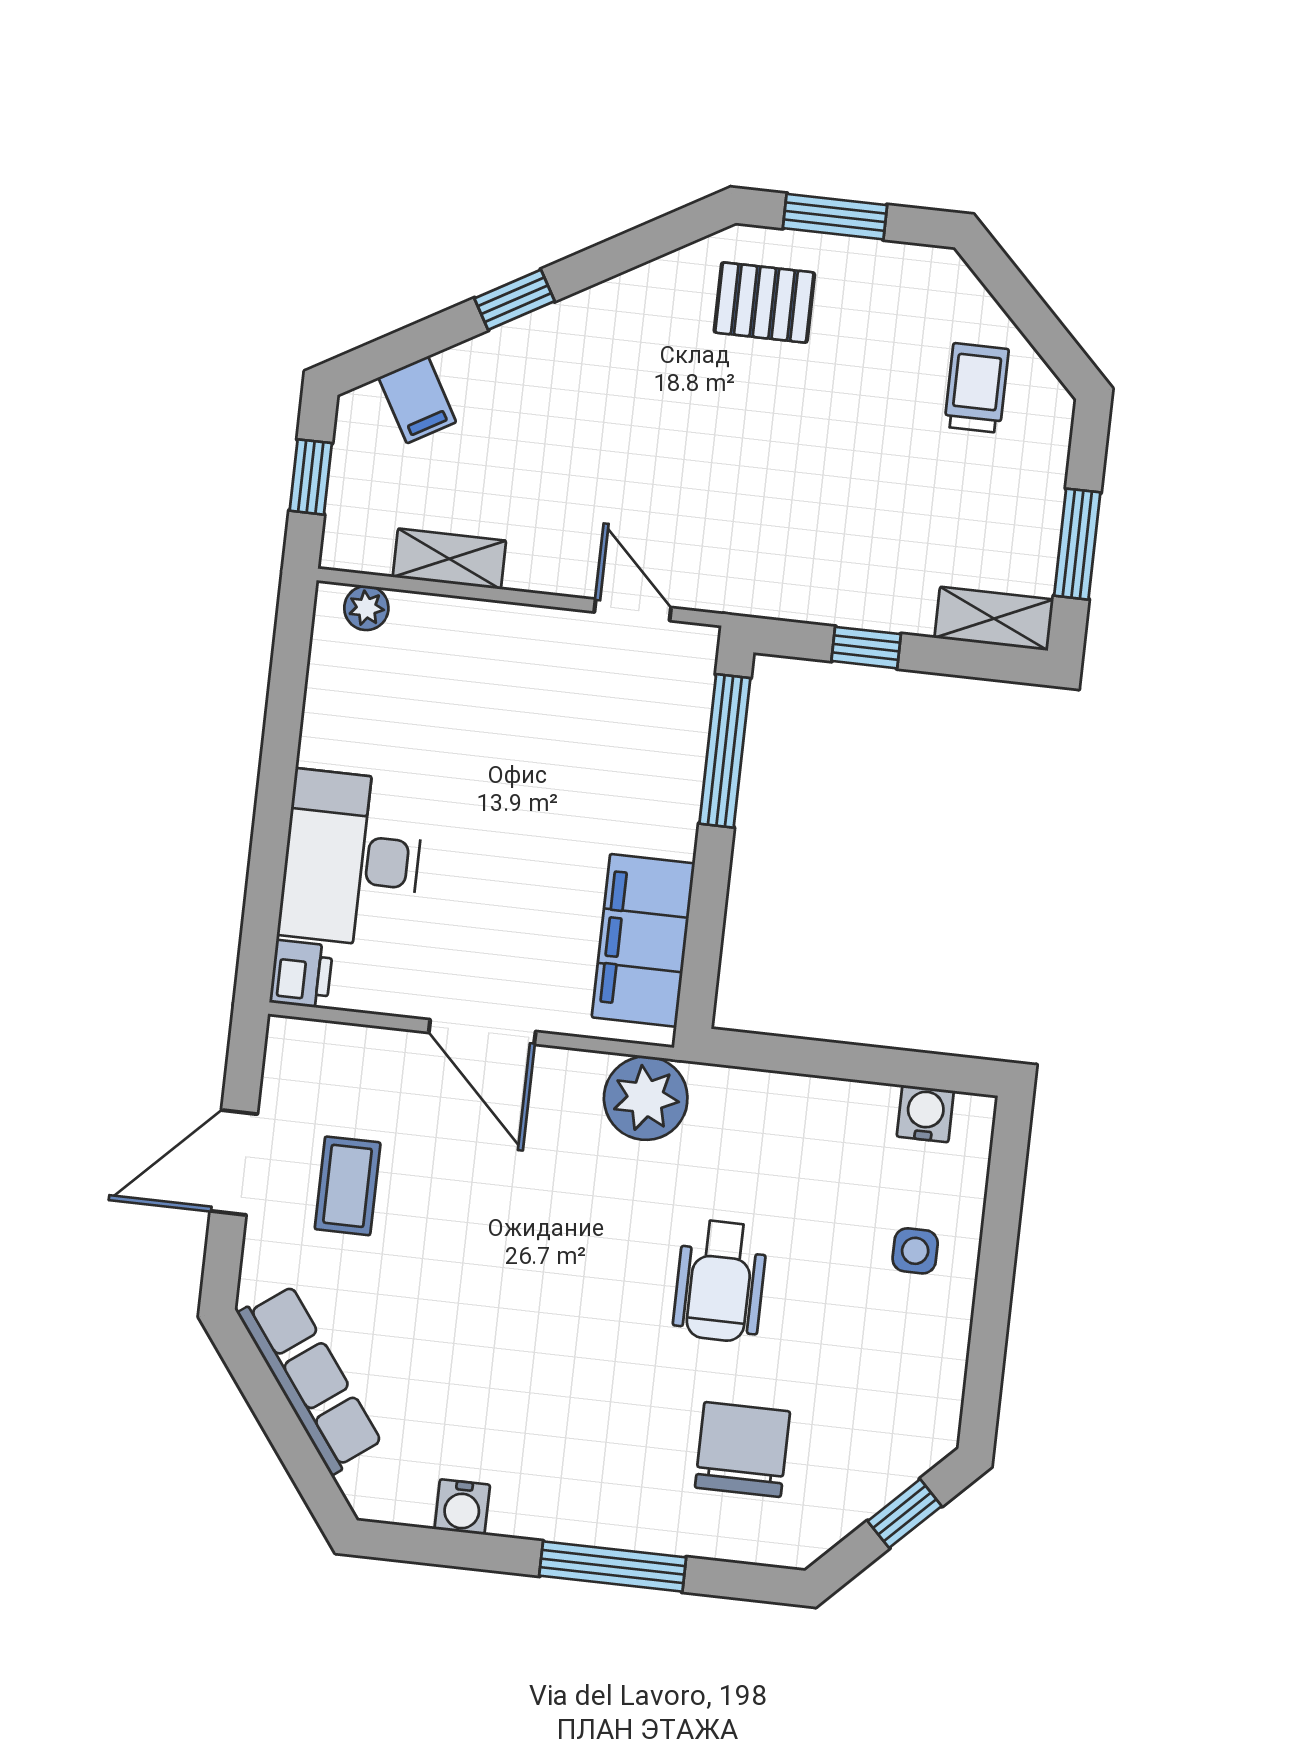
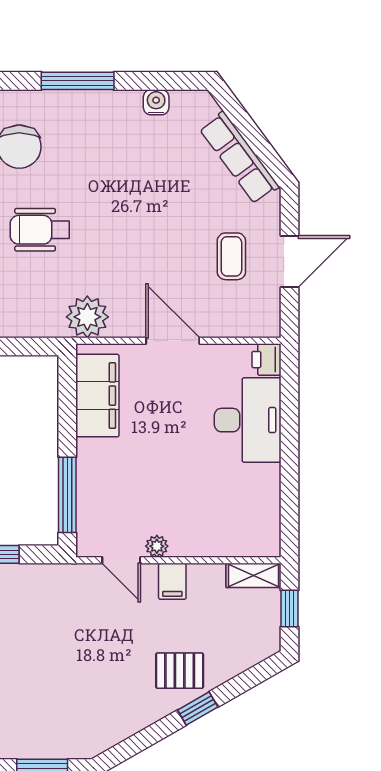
pallet: (764, 303) -> (180, 671), moved
filing cabinet: (417, 400) -> (172, 581), moved, turned -150
shelving: (449, 559) -> (254, 575), moved
plant: (366, 608) -> (157, 546), moved
wheelchair: (720, 1281) -> (40, 230), turned -90

